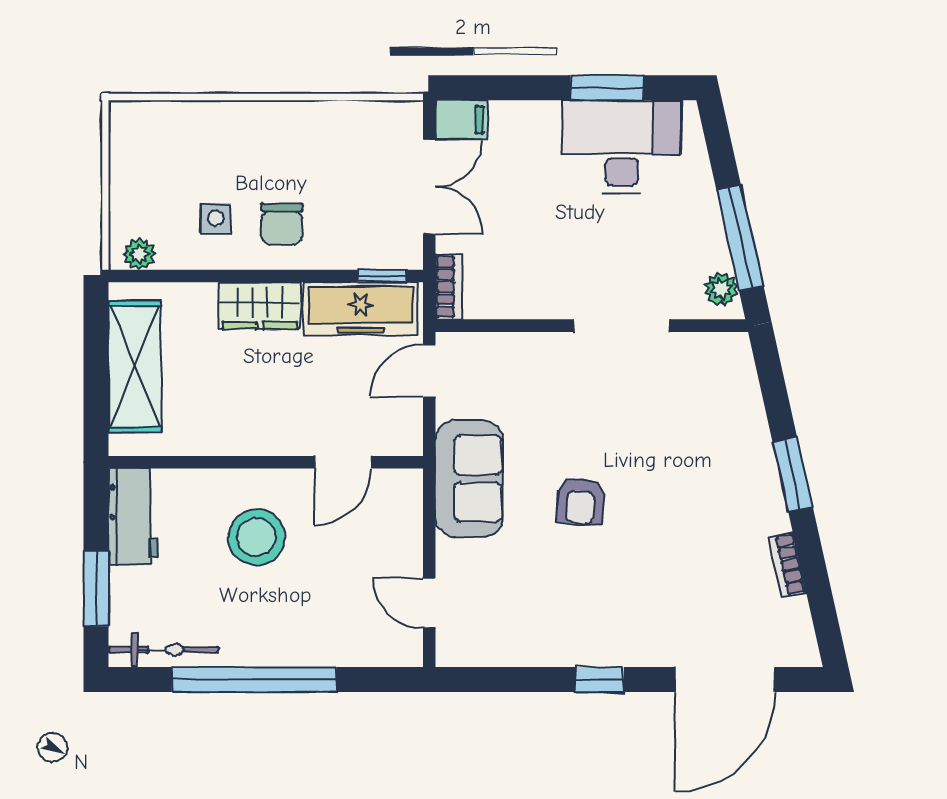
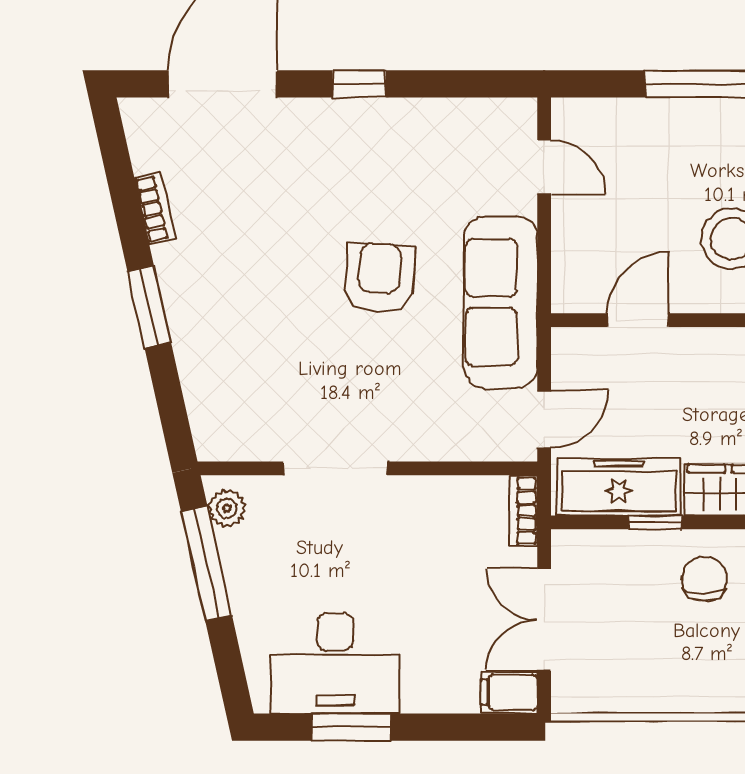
window: (382, 276) -> (655, 522), moved
sofa: (469, 479) -> (501, 302), width x1.36
armchair: (581, 501) -> (379, 278), width x1.38, depth x1.38

